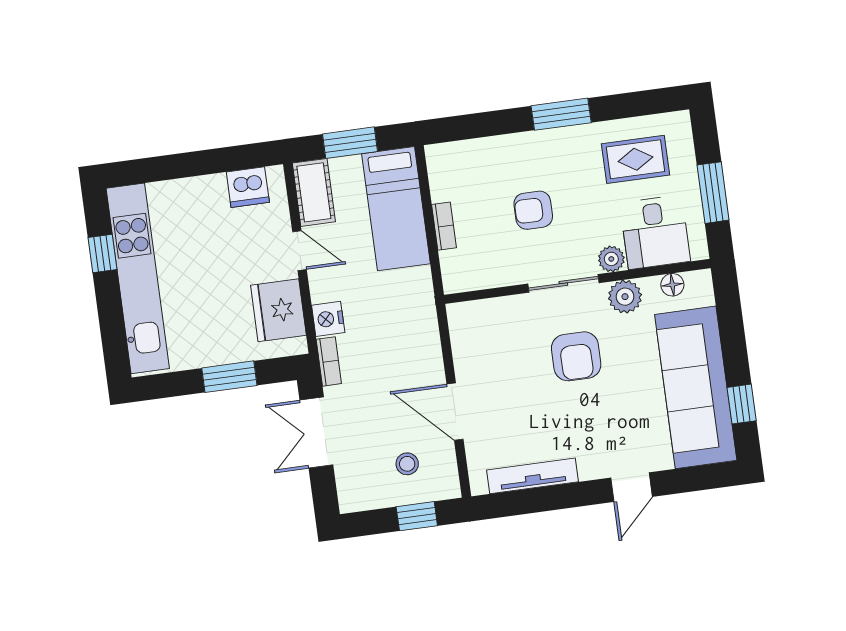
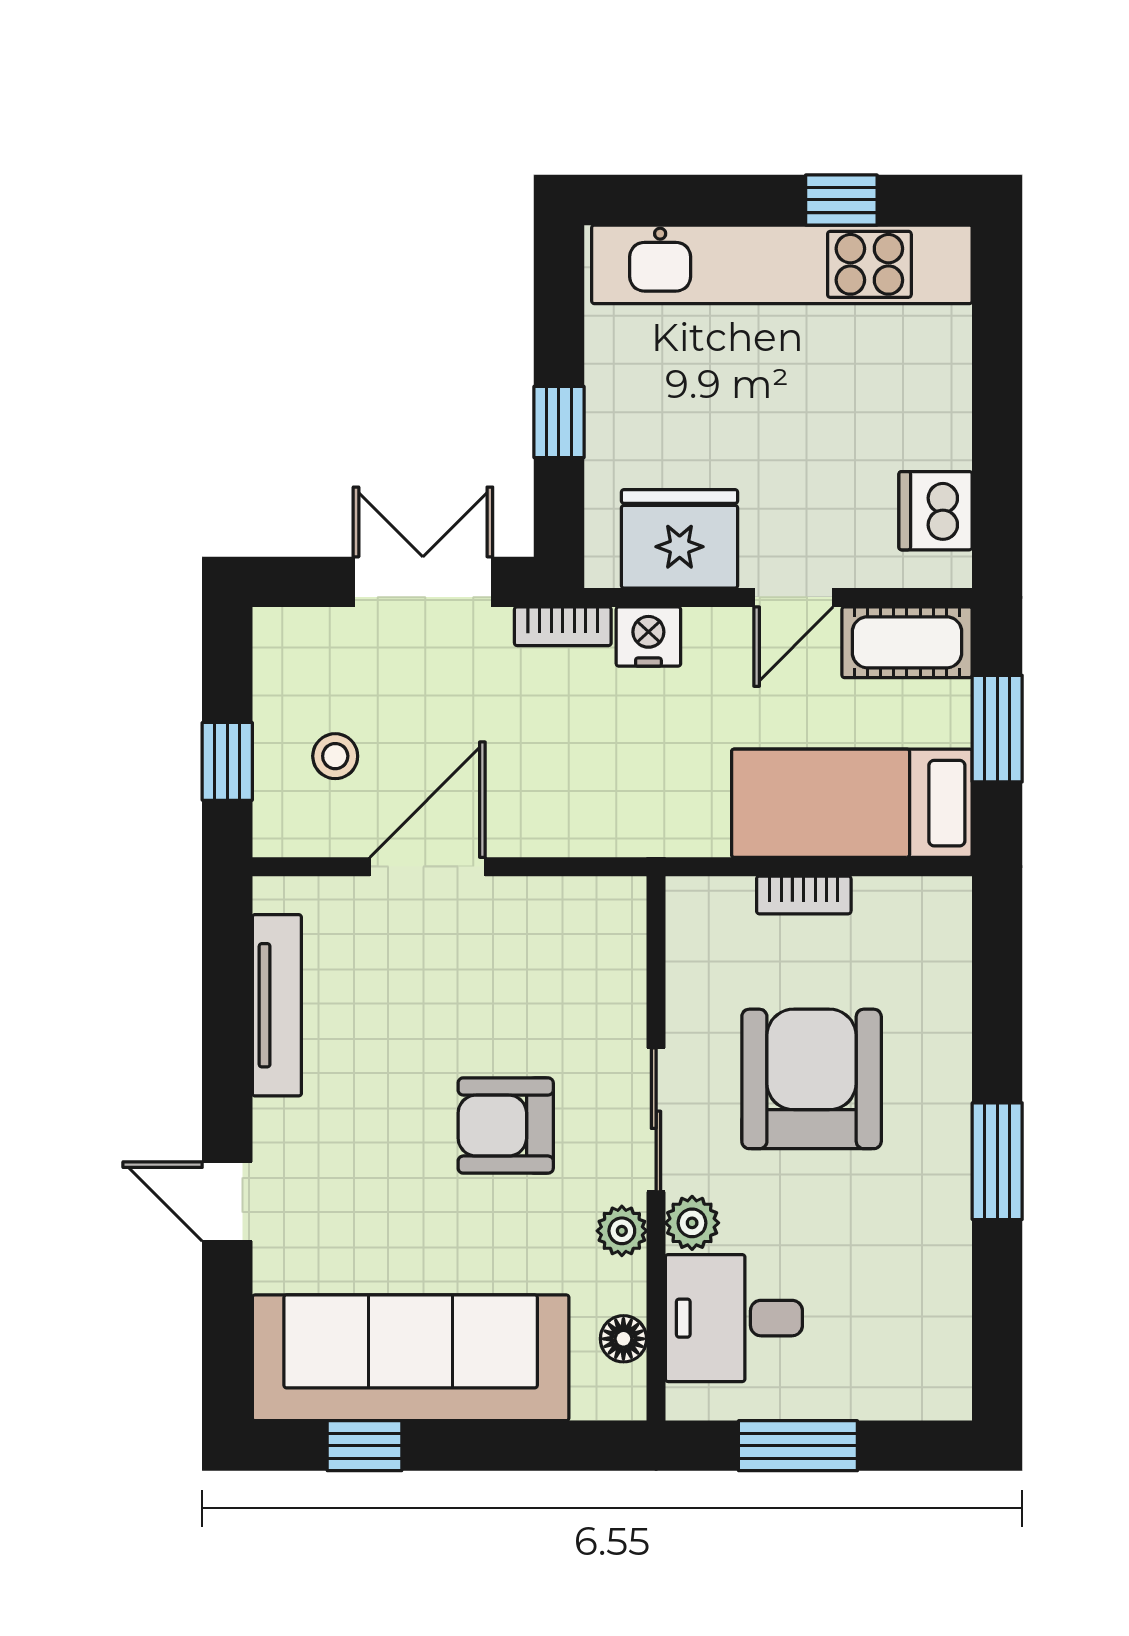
rug: (635, 159) -> (886, 1299), removed
armchair: (533, 210) -> (812, 1079), width x1.88, depth x1.88
plant: (625, 297) -> (622, 1231), width x0.73, depth x0.73
window: (229, 377) -> (559, 422), width x0.67

